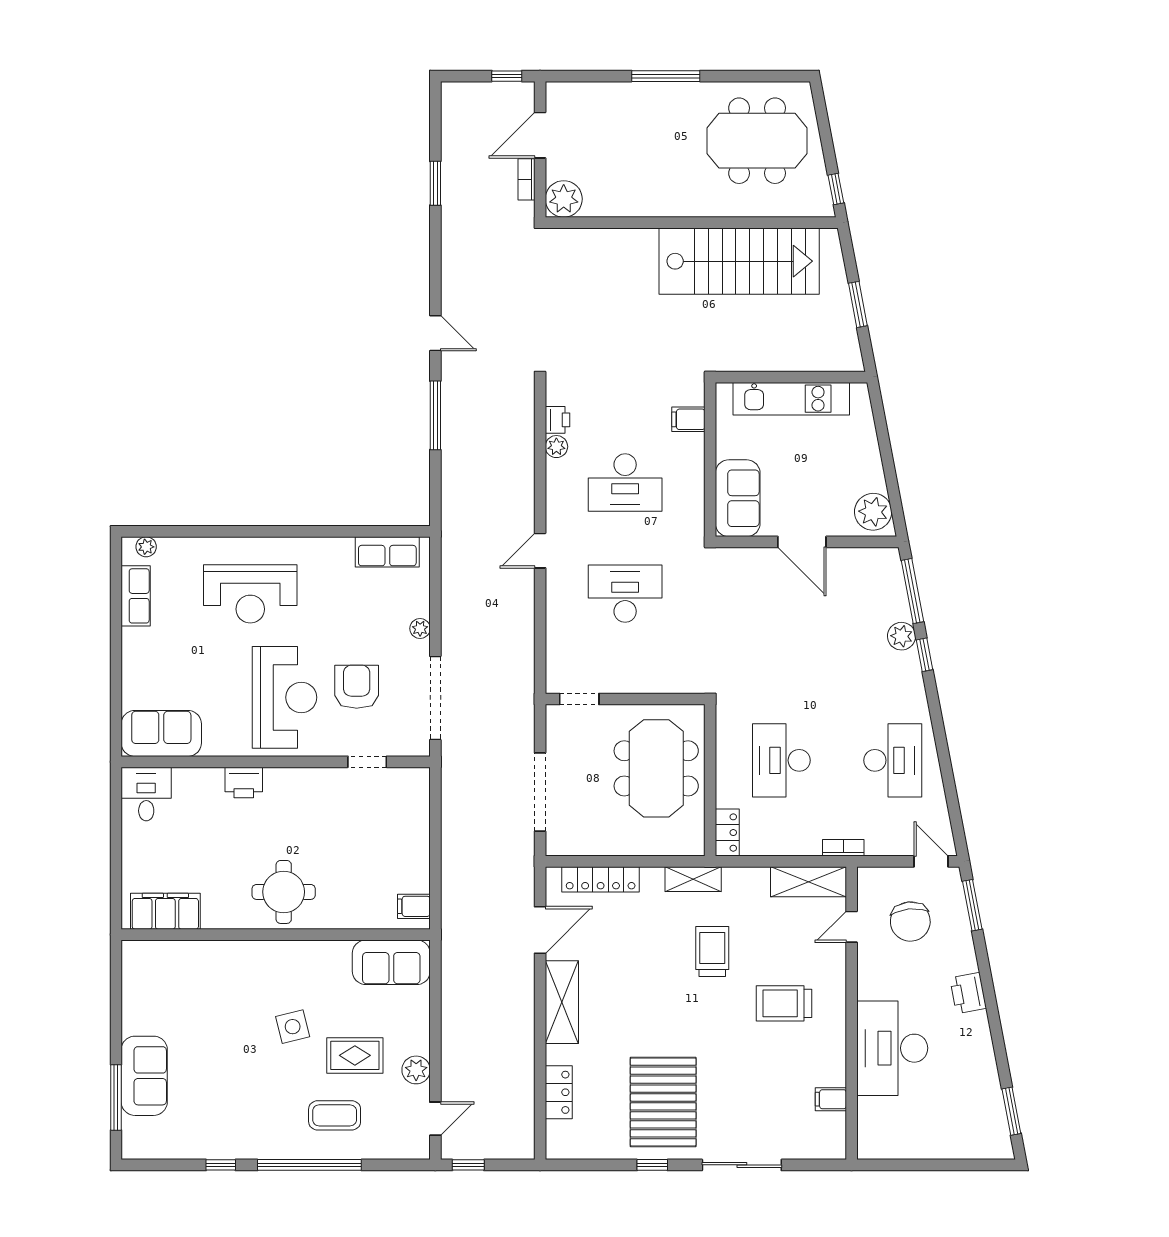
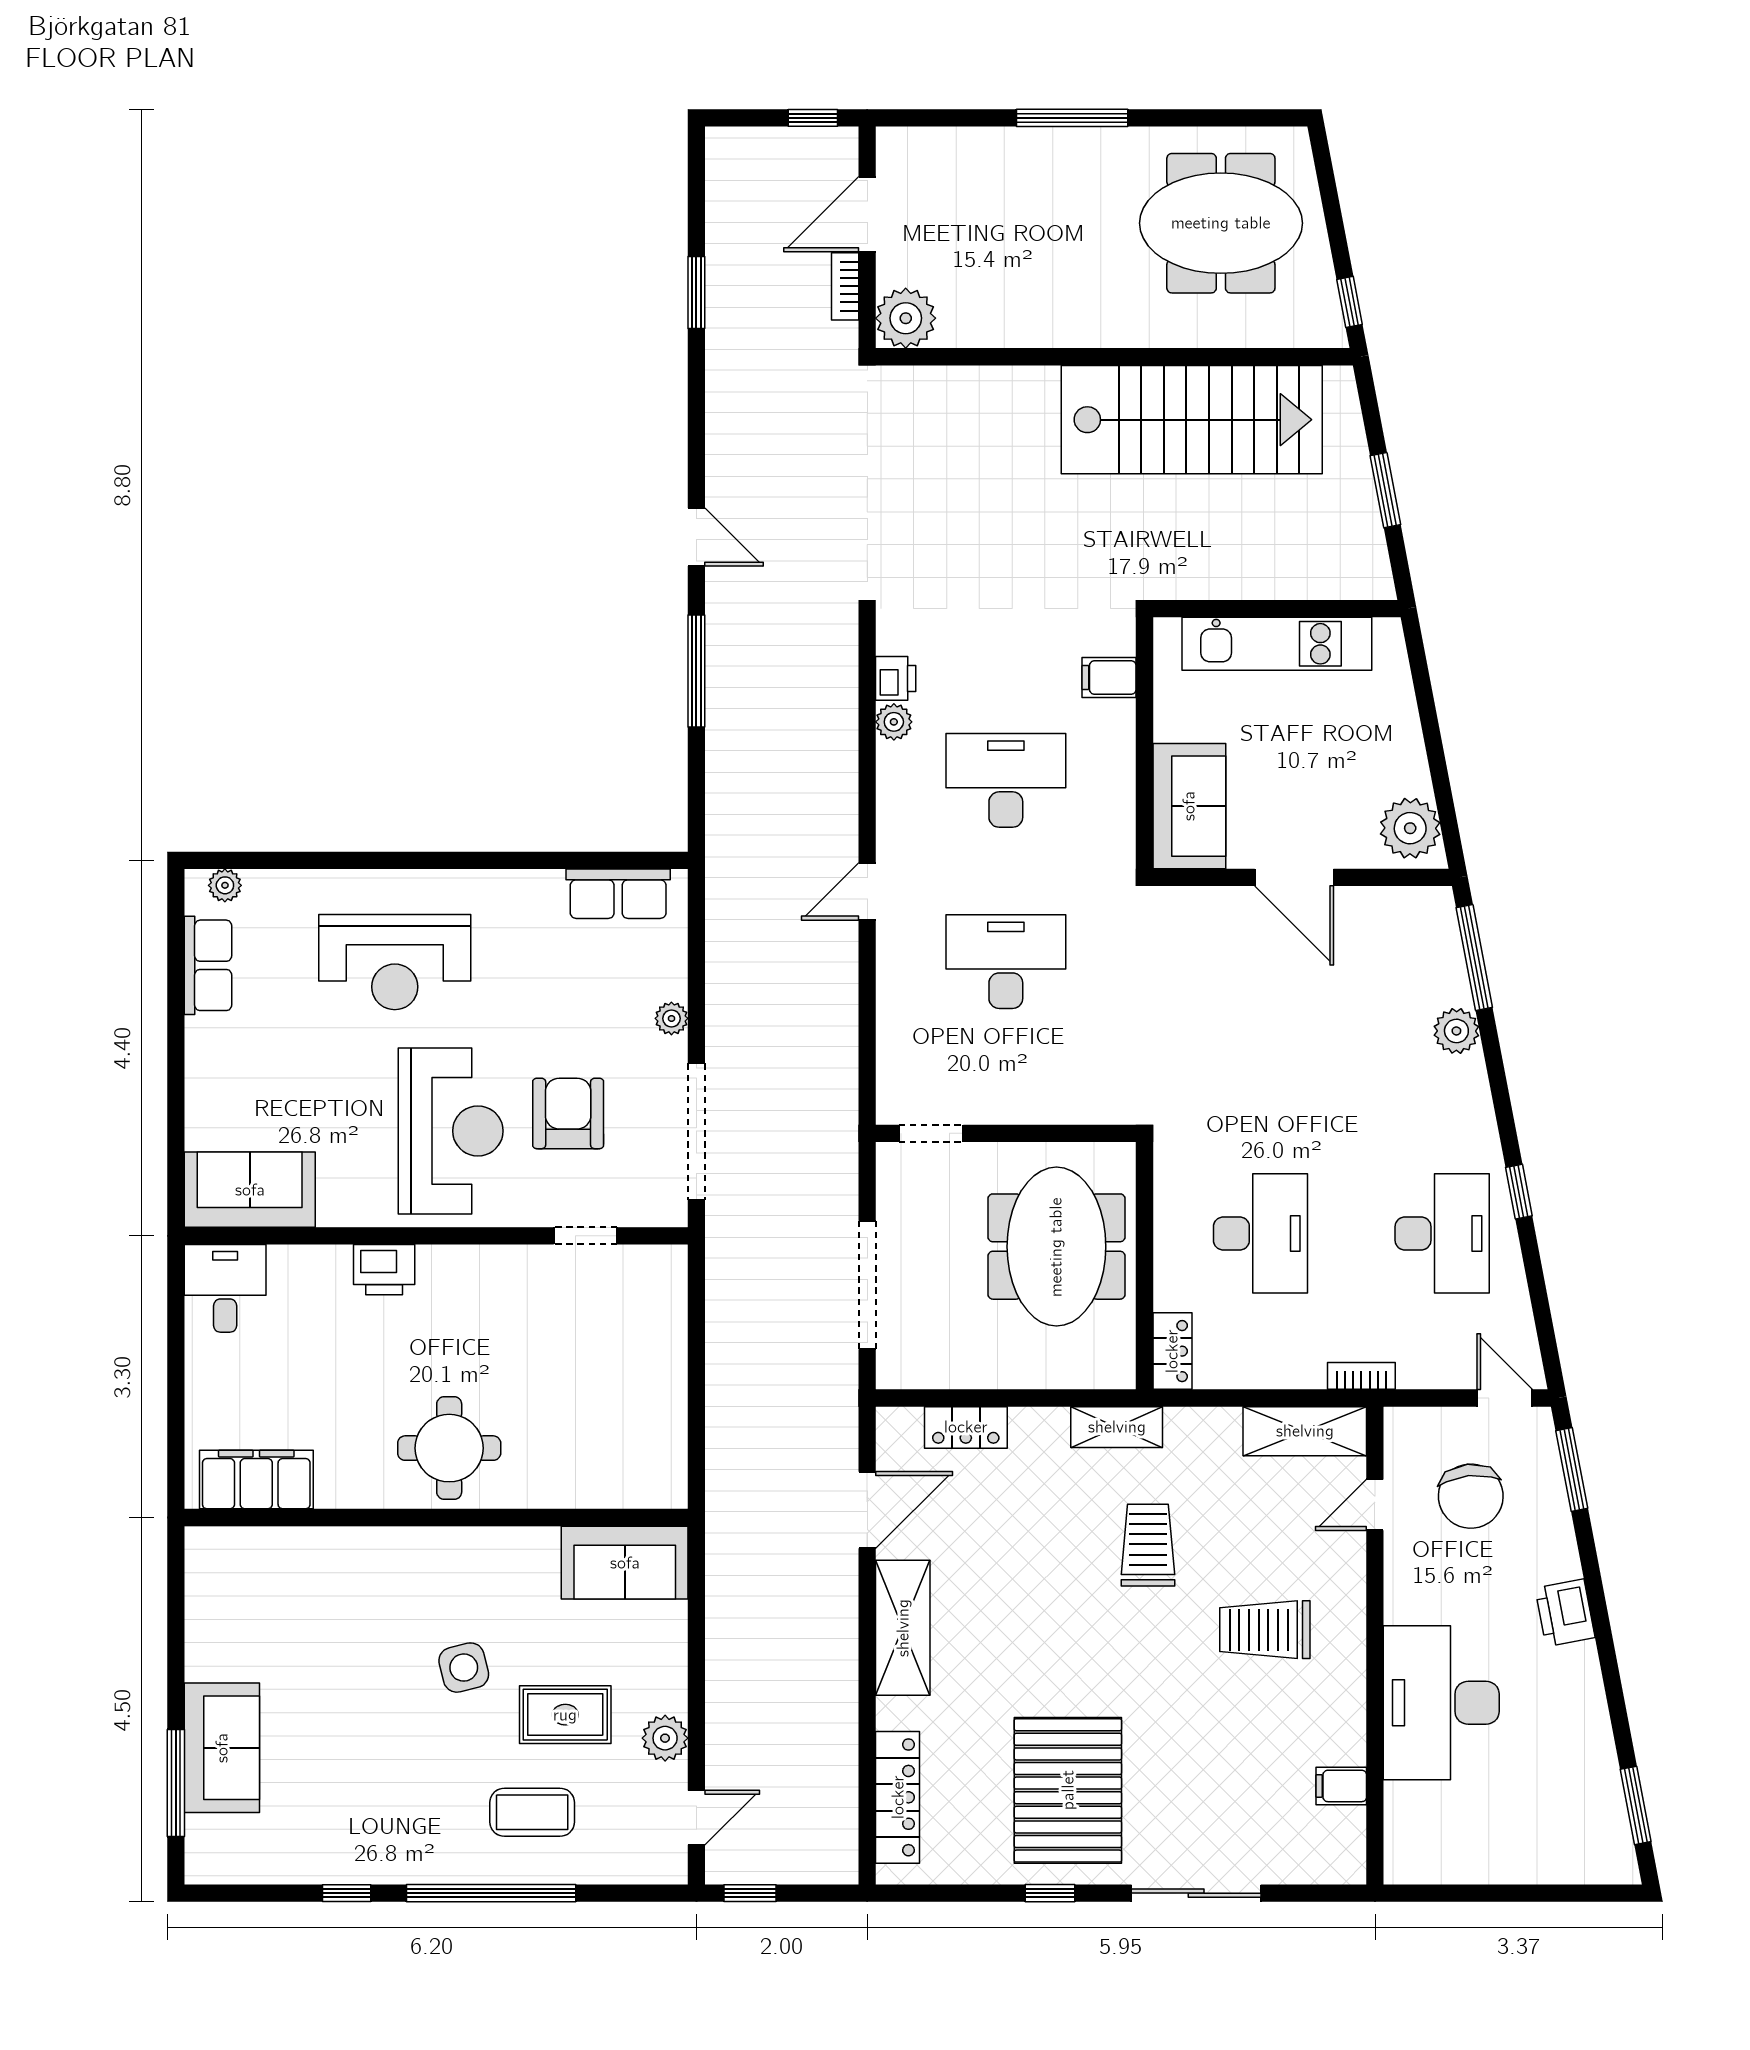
desk: (625, 482) -> (1006, 780), turned 180
window: (925, 655) -> (1519, 1192), moved
desk: (781, 760) -> (1261, 1233), turned 180
locker: (601, 879) -> (966, 1427), width x0.66
filing cabinet: (414, 906) -> (661, 1471), removed
locker: (559, 1092) -> (898, 1797), width x1.53

